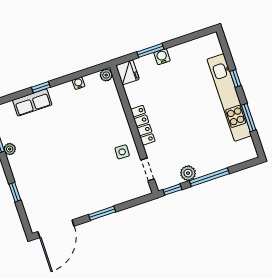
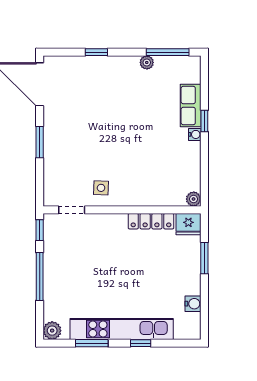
water cooler: (162, 57) -> (193, 304), moved
water cooler: (79, 83) -> (195, 134), moved
locker: (143, 125) -> (151, 221), moved
plant: (188, 173) -> (52, 331), moved

